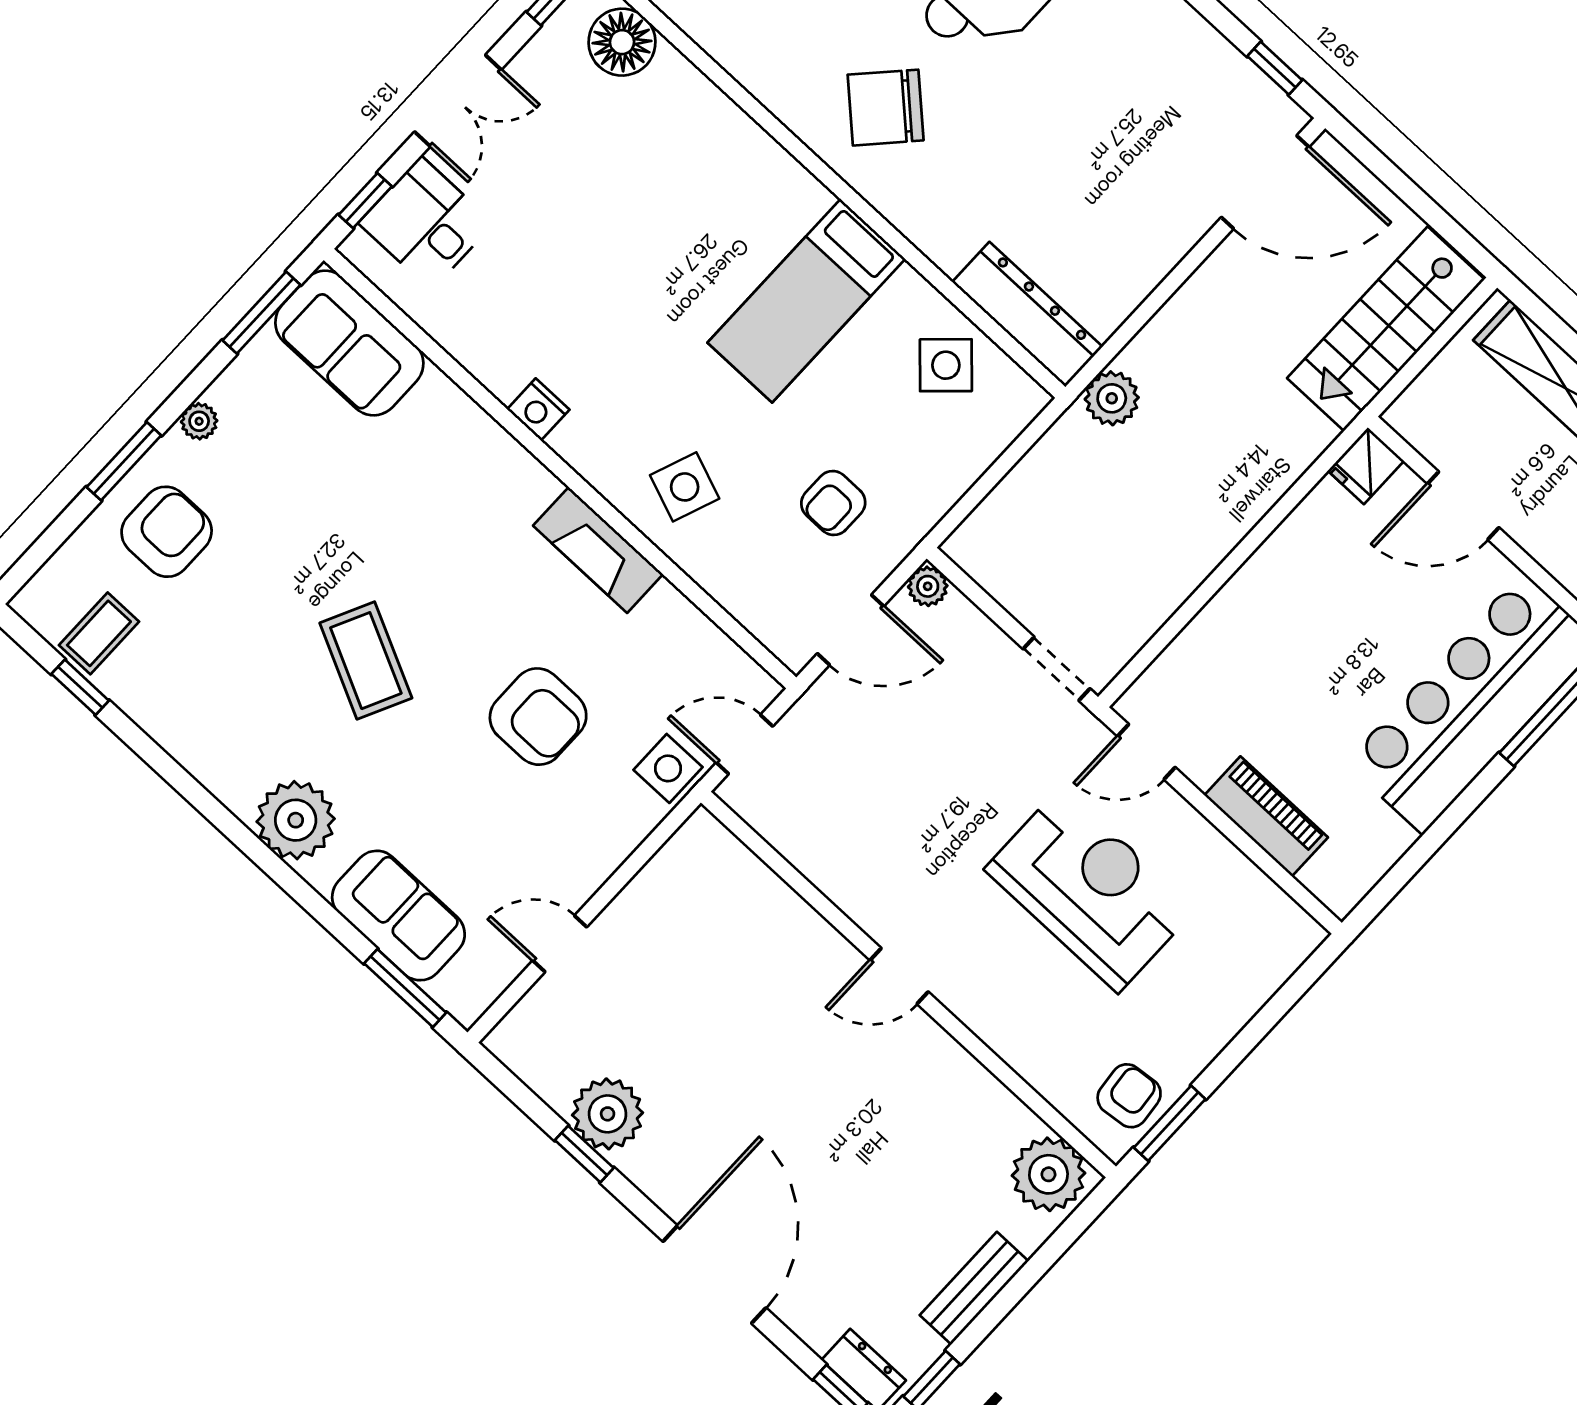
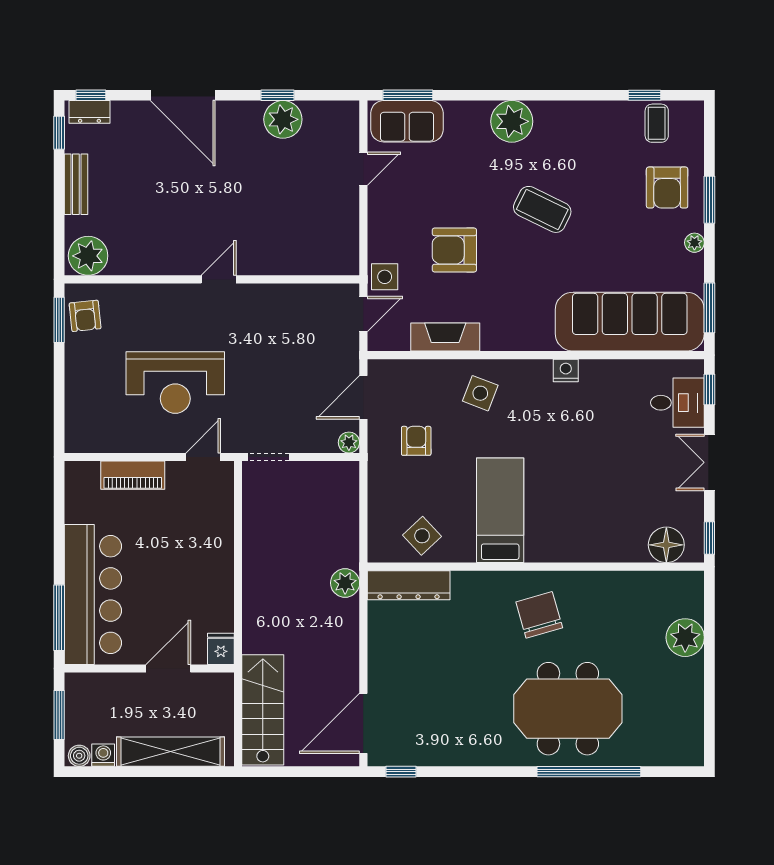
chair: (886, 108) -> (539, 615), turned -59
sofa: (349, 343) -> (630, 322), width x1.85, depth x1.27
fireplace: (598, 550) -> (445, 337), moved
sofa: (398, 916) -> (407, 121), moved

